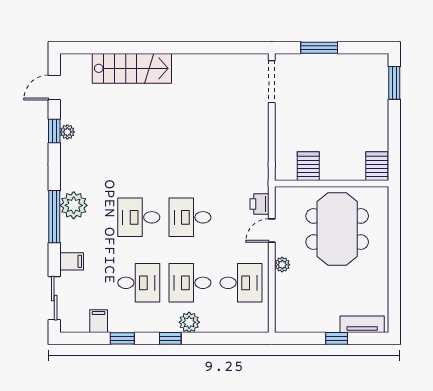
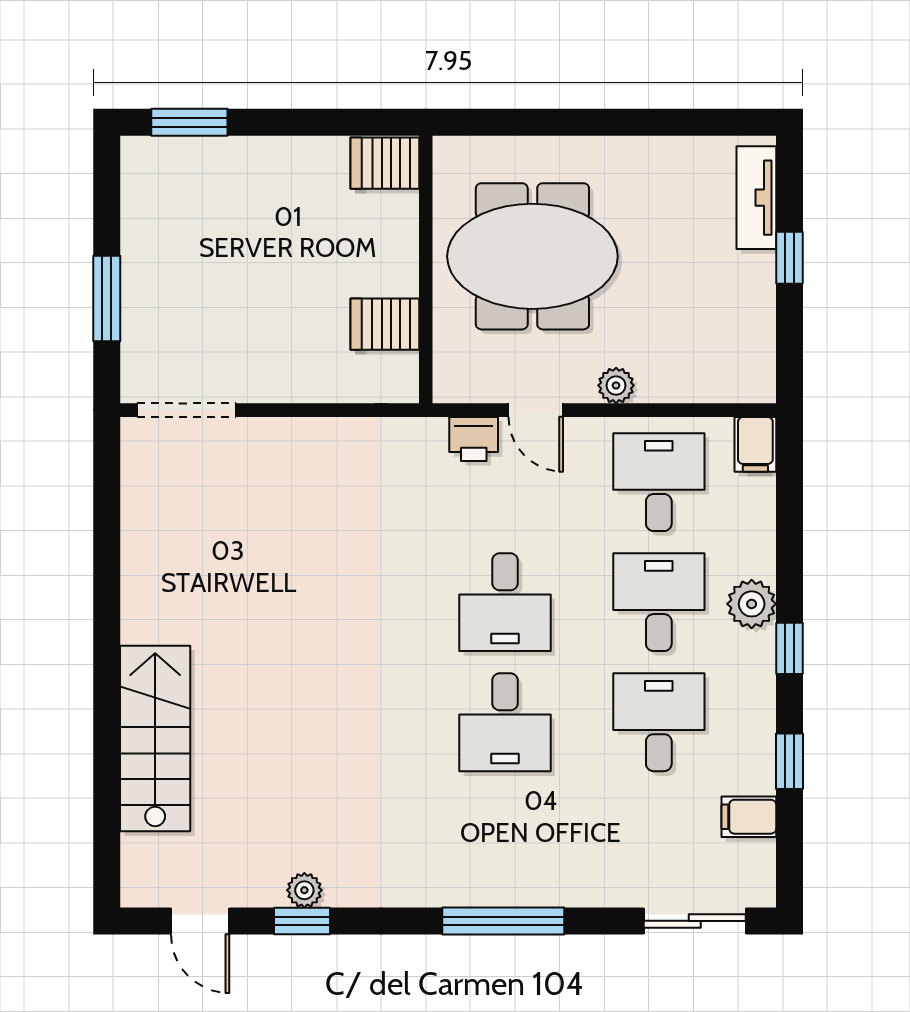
plant: (74, 205) -> (477, 875), removed
filing cabinet: (72, 261) -> (755, 444), moved, turned 180
desk: (190, 283) -> (659, 602), turned 180

